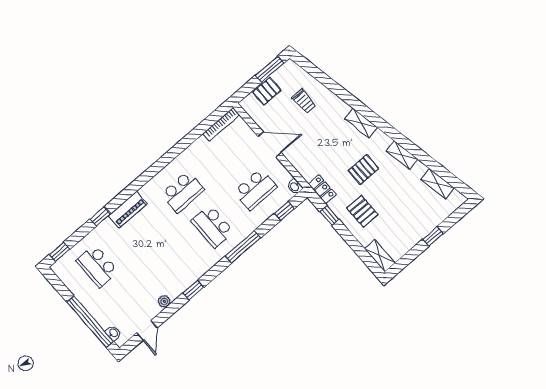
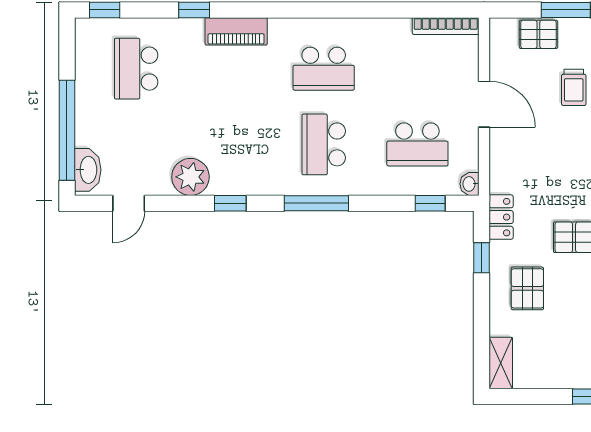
window: (243, 247) -> (316, 203), moved
plant: (164, 301) -> (190, 177), width x1.87, depth x1.87
washbasin: (113, 333) -> (88, 170), width x1.91, depth x1.45

